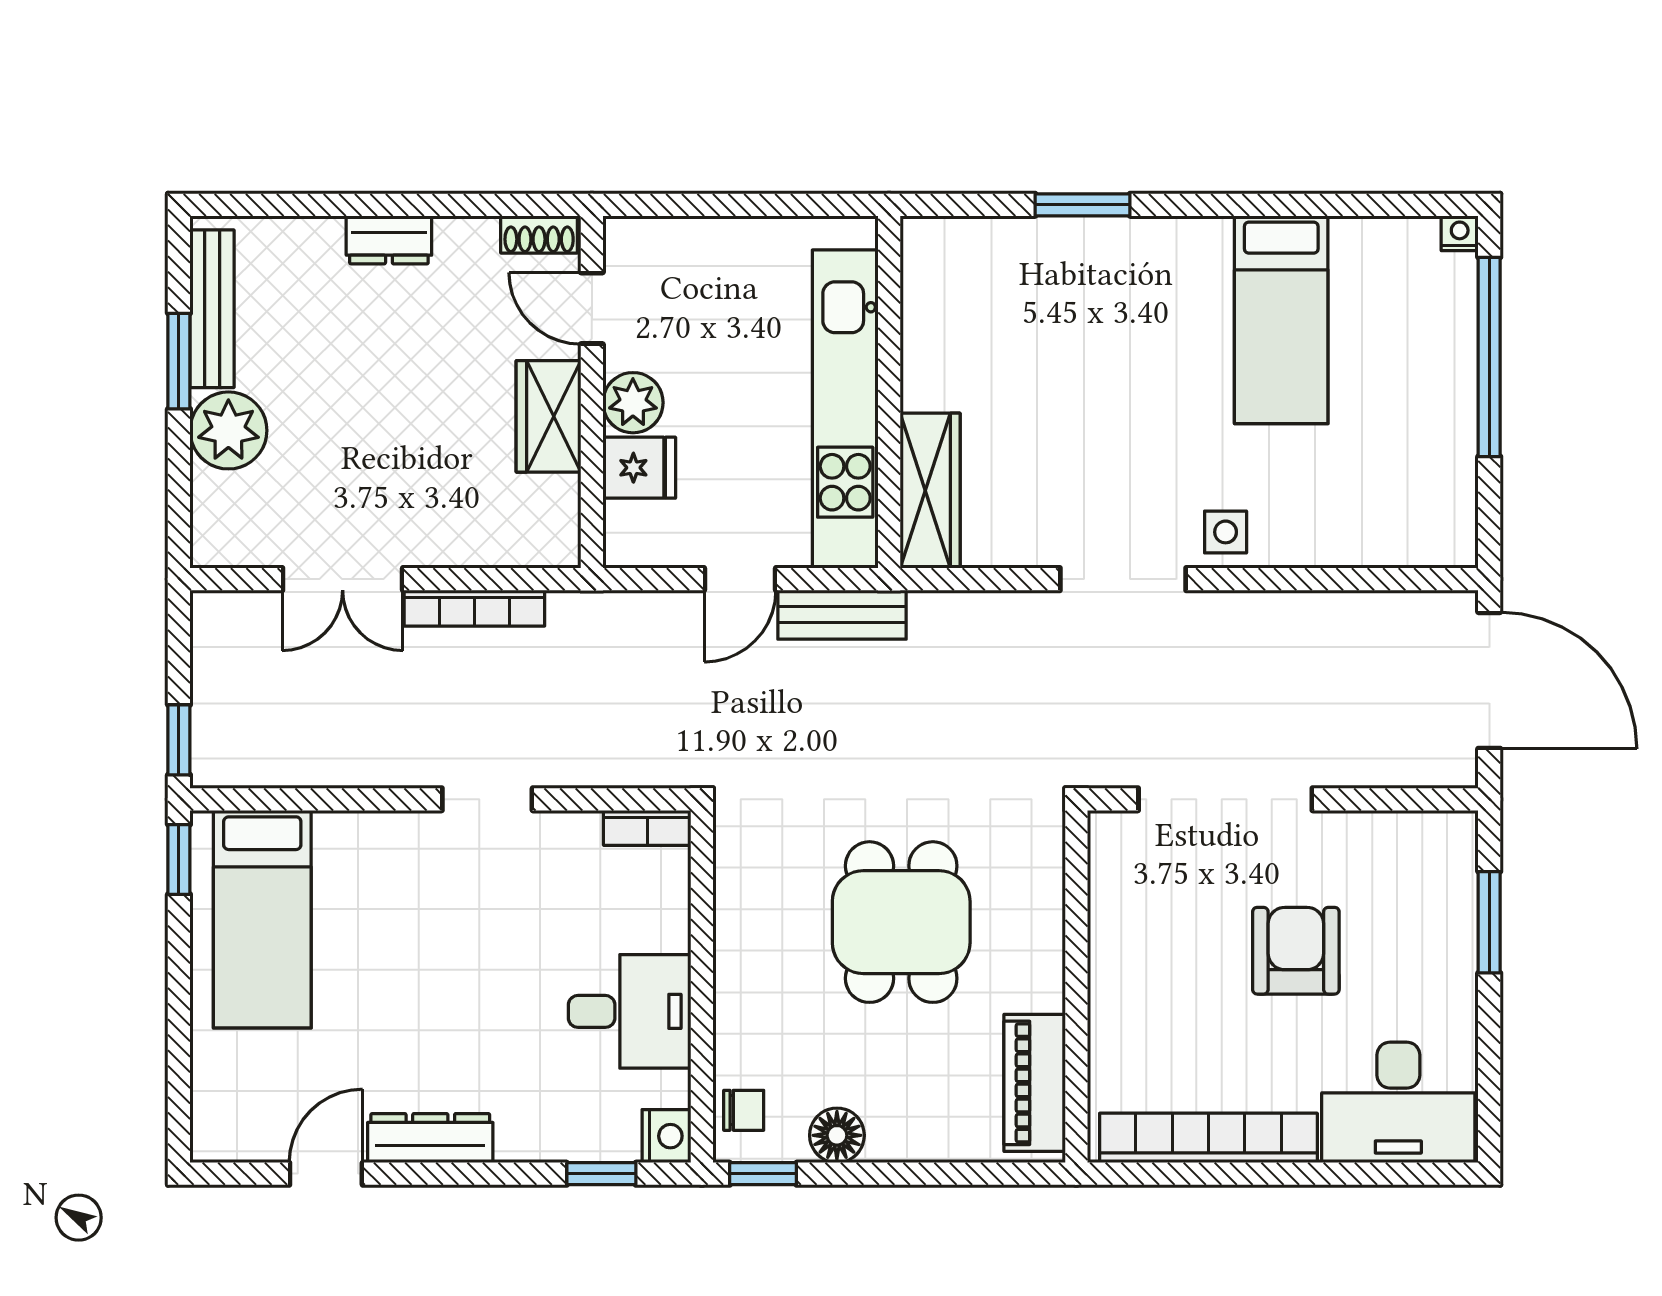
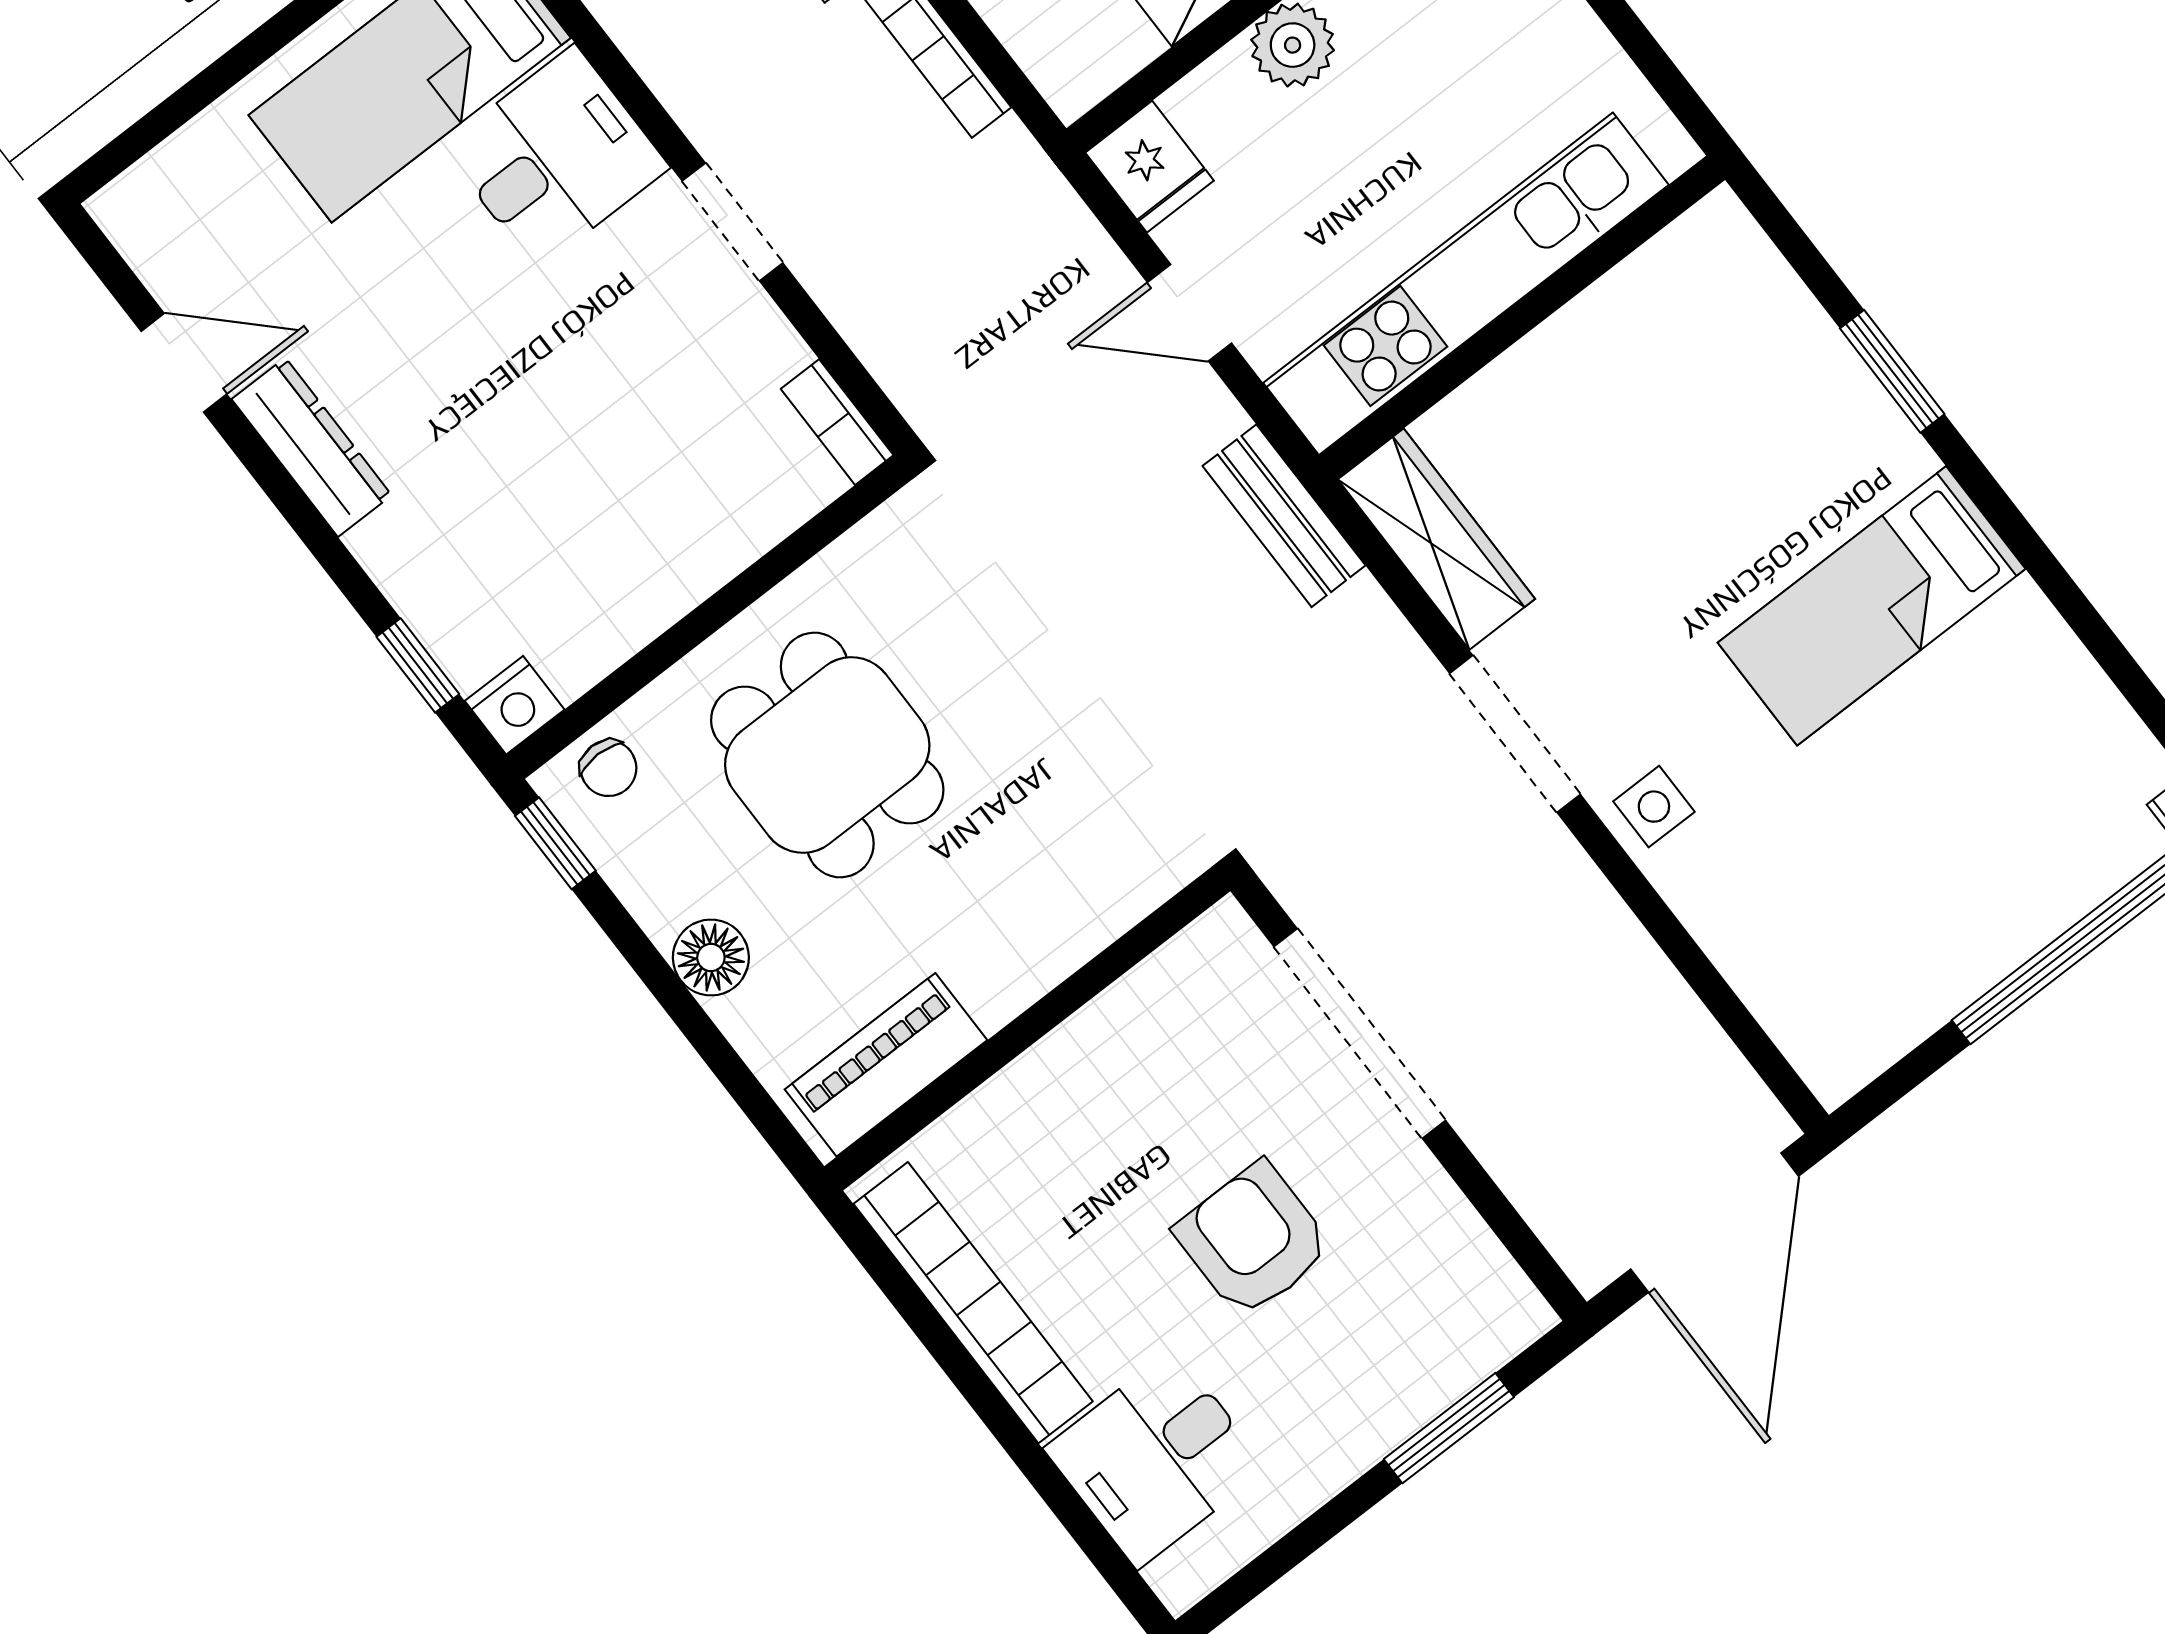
bed: (1281, 320) -> (1872, 606), moved
fridge: (639, 468) -> (1150, 167), moved
wardrobe: (930, 491) -> (1436, 539), moved, turned -90
bench: (842, 615) -> (1284, 516), moved
dining table: (901, 922) -> (827, 755), moved, turned 90
armchair: (1296, 951) -> (1253, 1240), turned -90
desk: (630, 1011) -> (556, 157), moved, turned -90
desk: (1398, 1102) -> (1156, 1458), width x0.73
floor lamp: (837, 1135) -> (711, 958), moved

